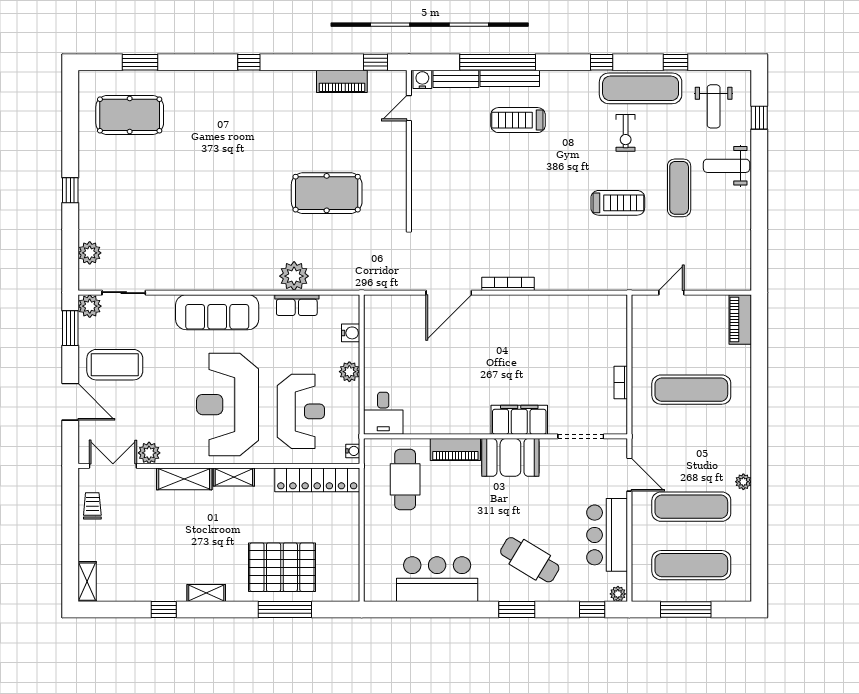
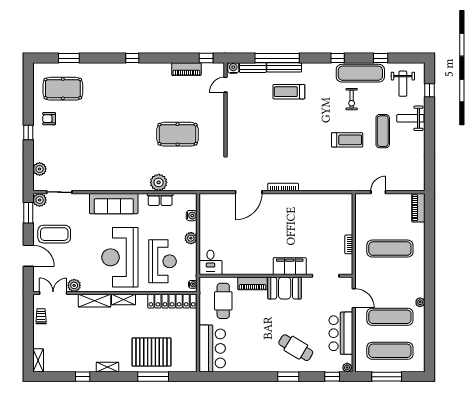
armchair: (106, 167) -> (49, 119), added
bar counter: (437, 579) -> (212, 348), moved, turned 90

